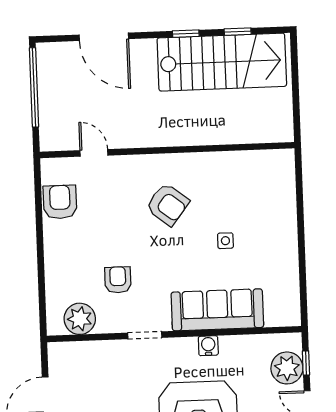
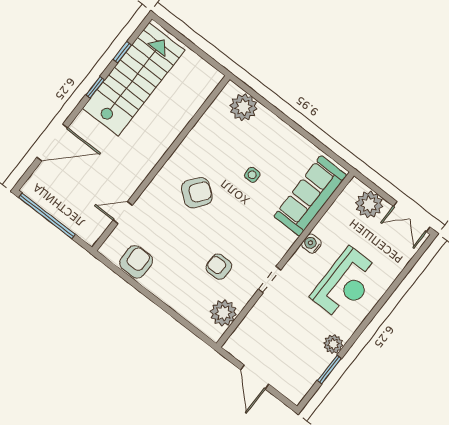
plant: (280, 182) -> (243, 107), added
armchair: (60, 202) -> (136, 262), turned 90
sofa: (217, 310) -> (310, 196), moved
window: (306, 363) -> (376, 189), removed

